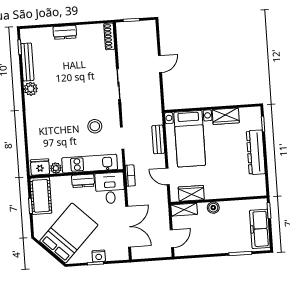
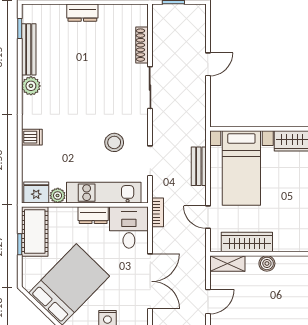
shoe rack: (109, 36) -> (142, 45), moved
dishwasher: (34, 126) -> (32, 137), added
wardrobe: (191, 193) -> (247, 242), width x1.50

